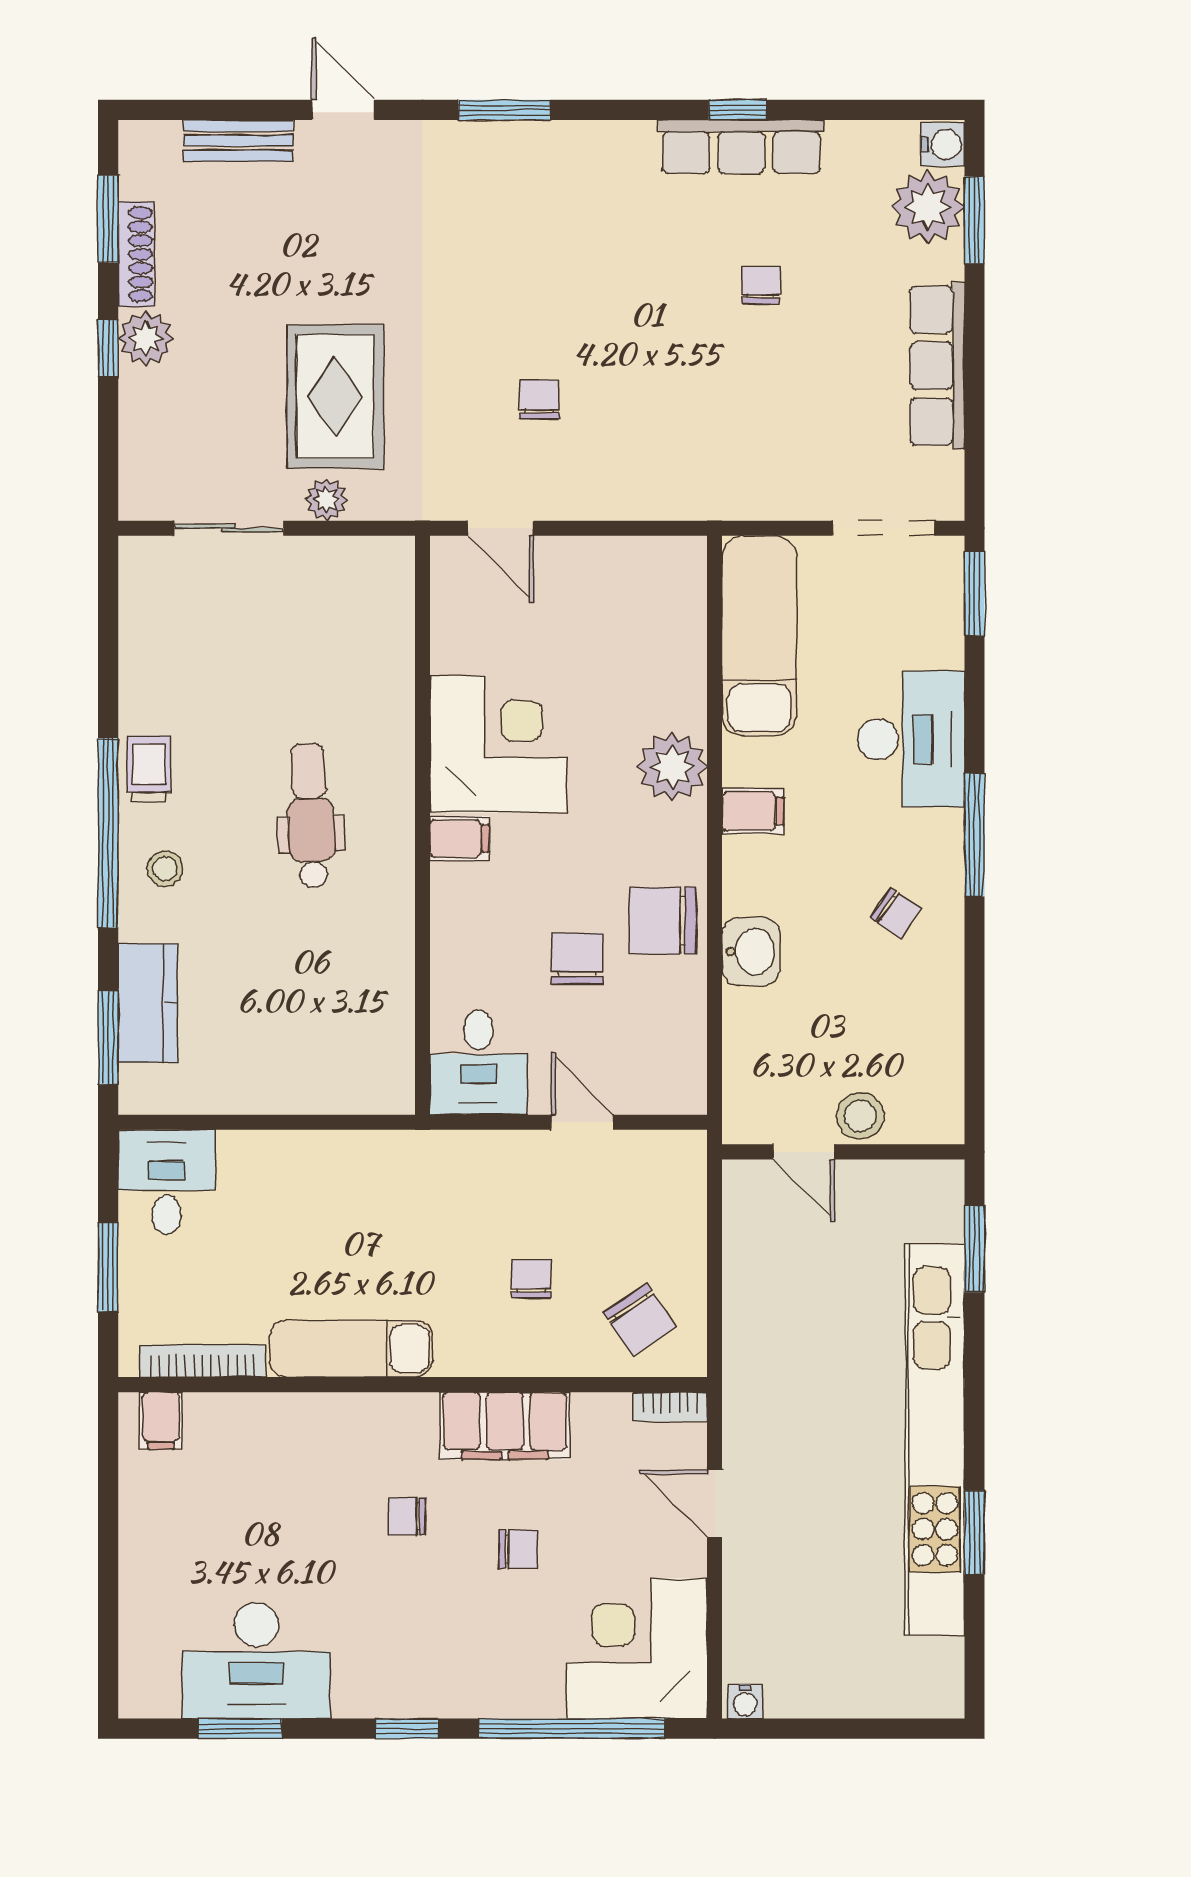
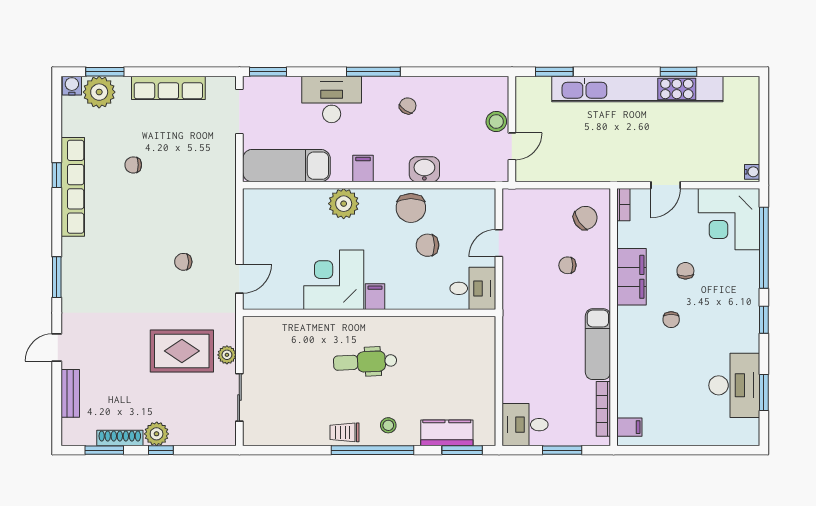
row of seats: (741, 147) -> (73, 187), width x1.36

